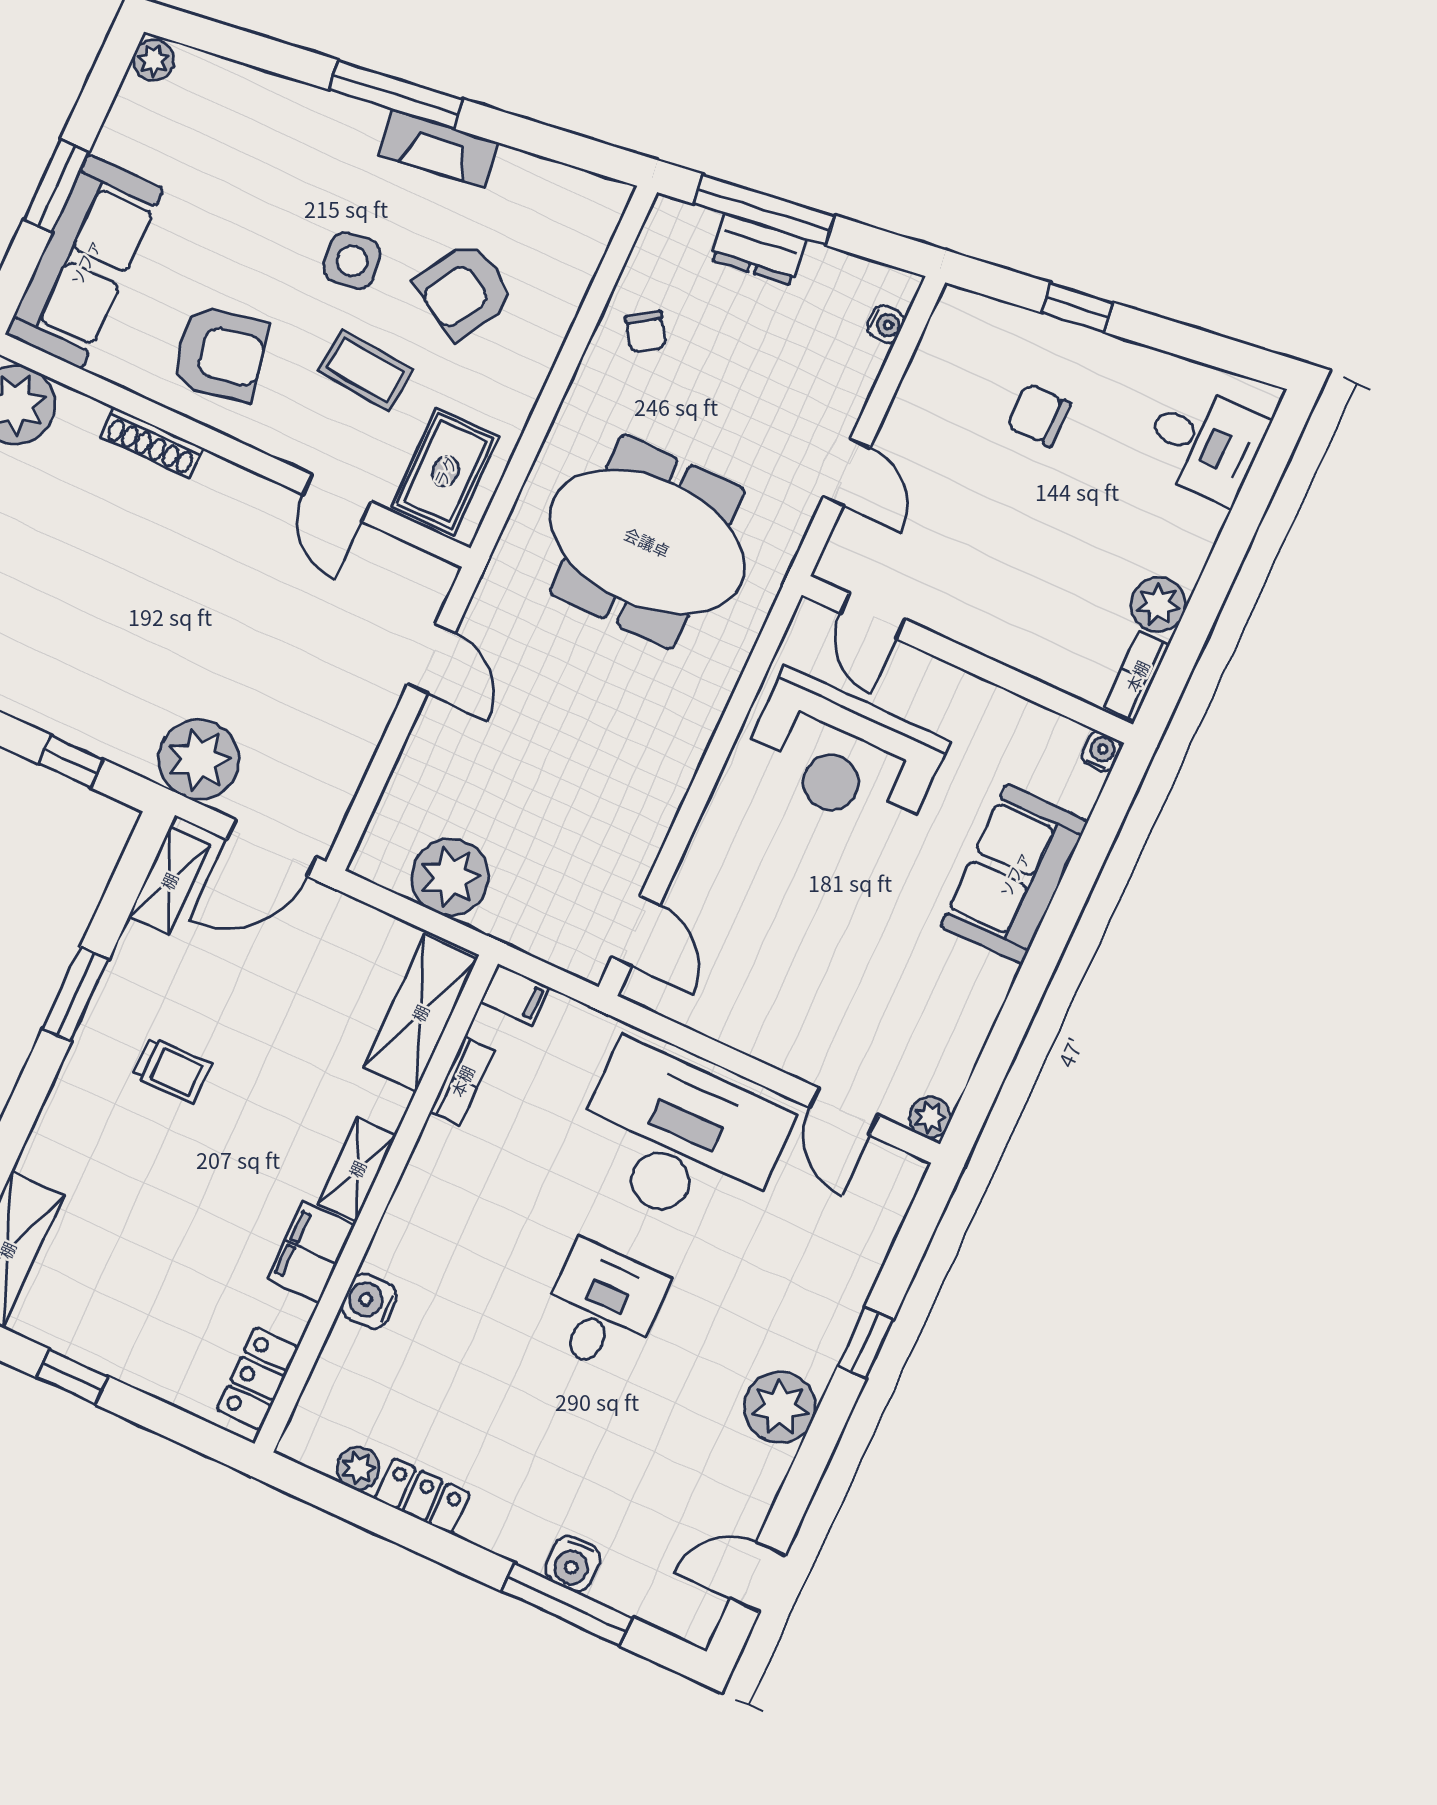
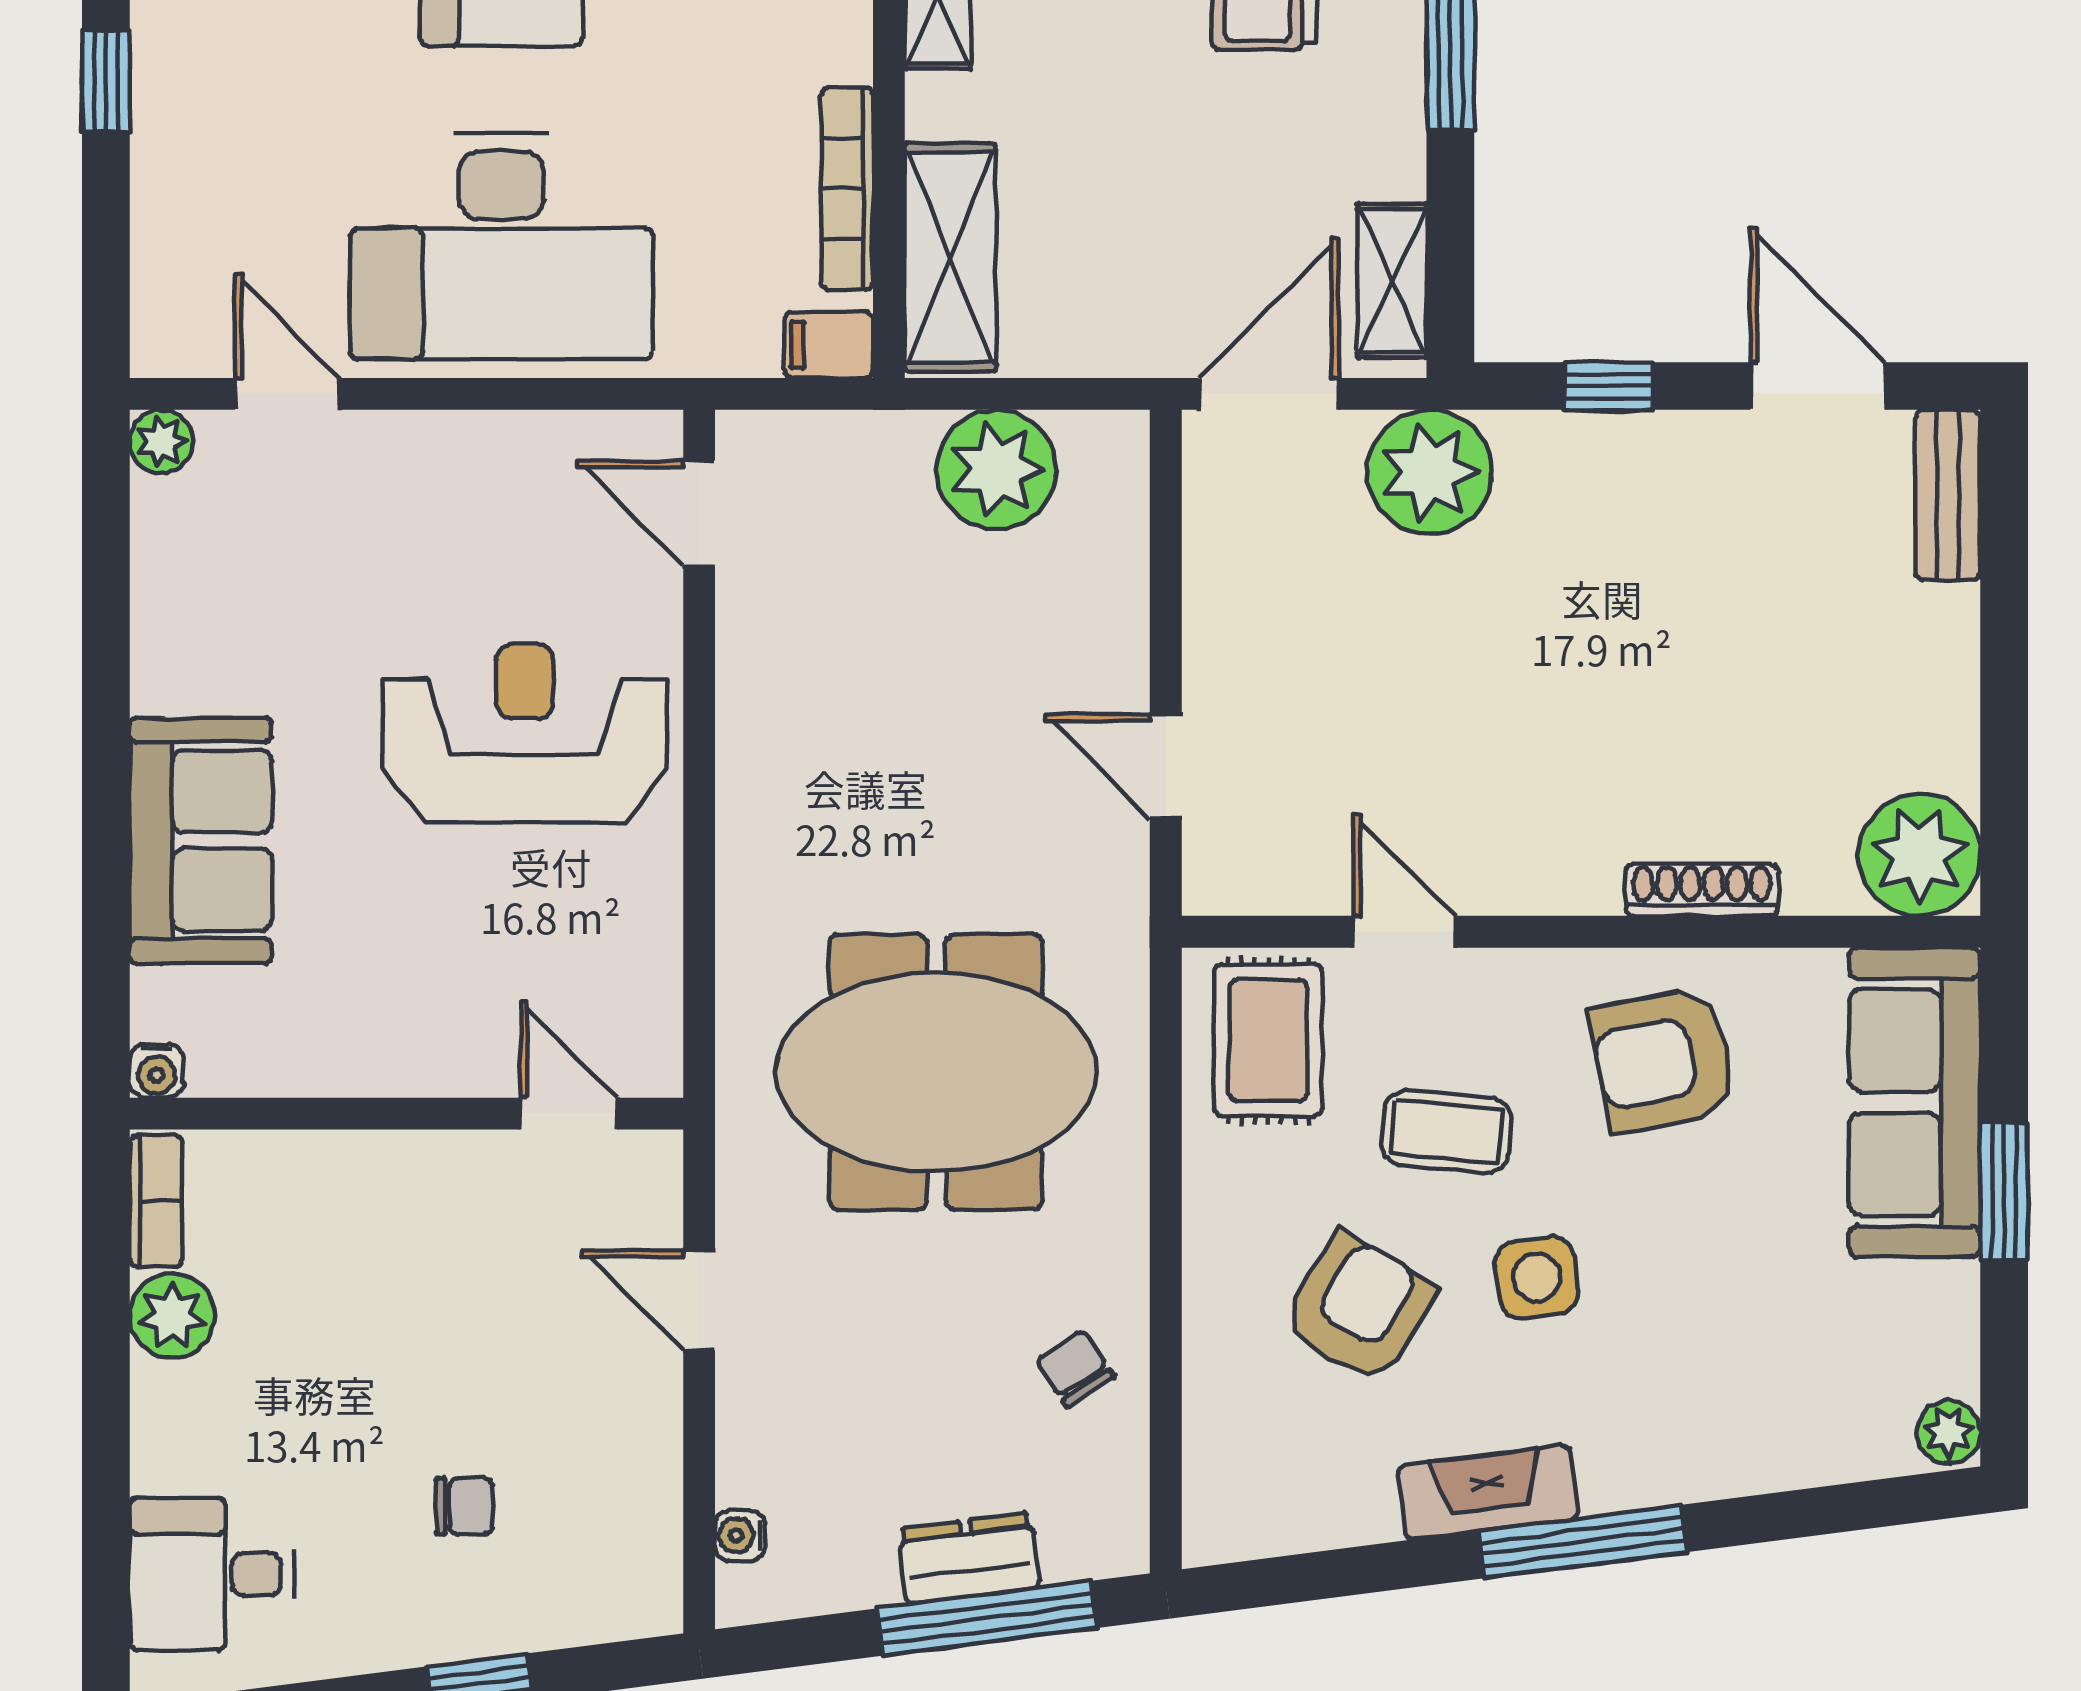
chair: (1039, 415) -> (464, 1506), width x0.73, depth x0.73
reception desk: (843, 755) -> (525, 733), moved
bookcase: (462, 1081) -> (847, 189), width x1.56

